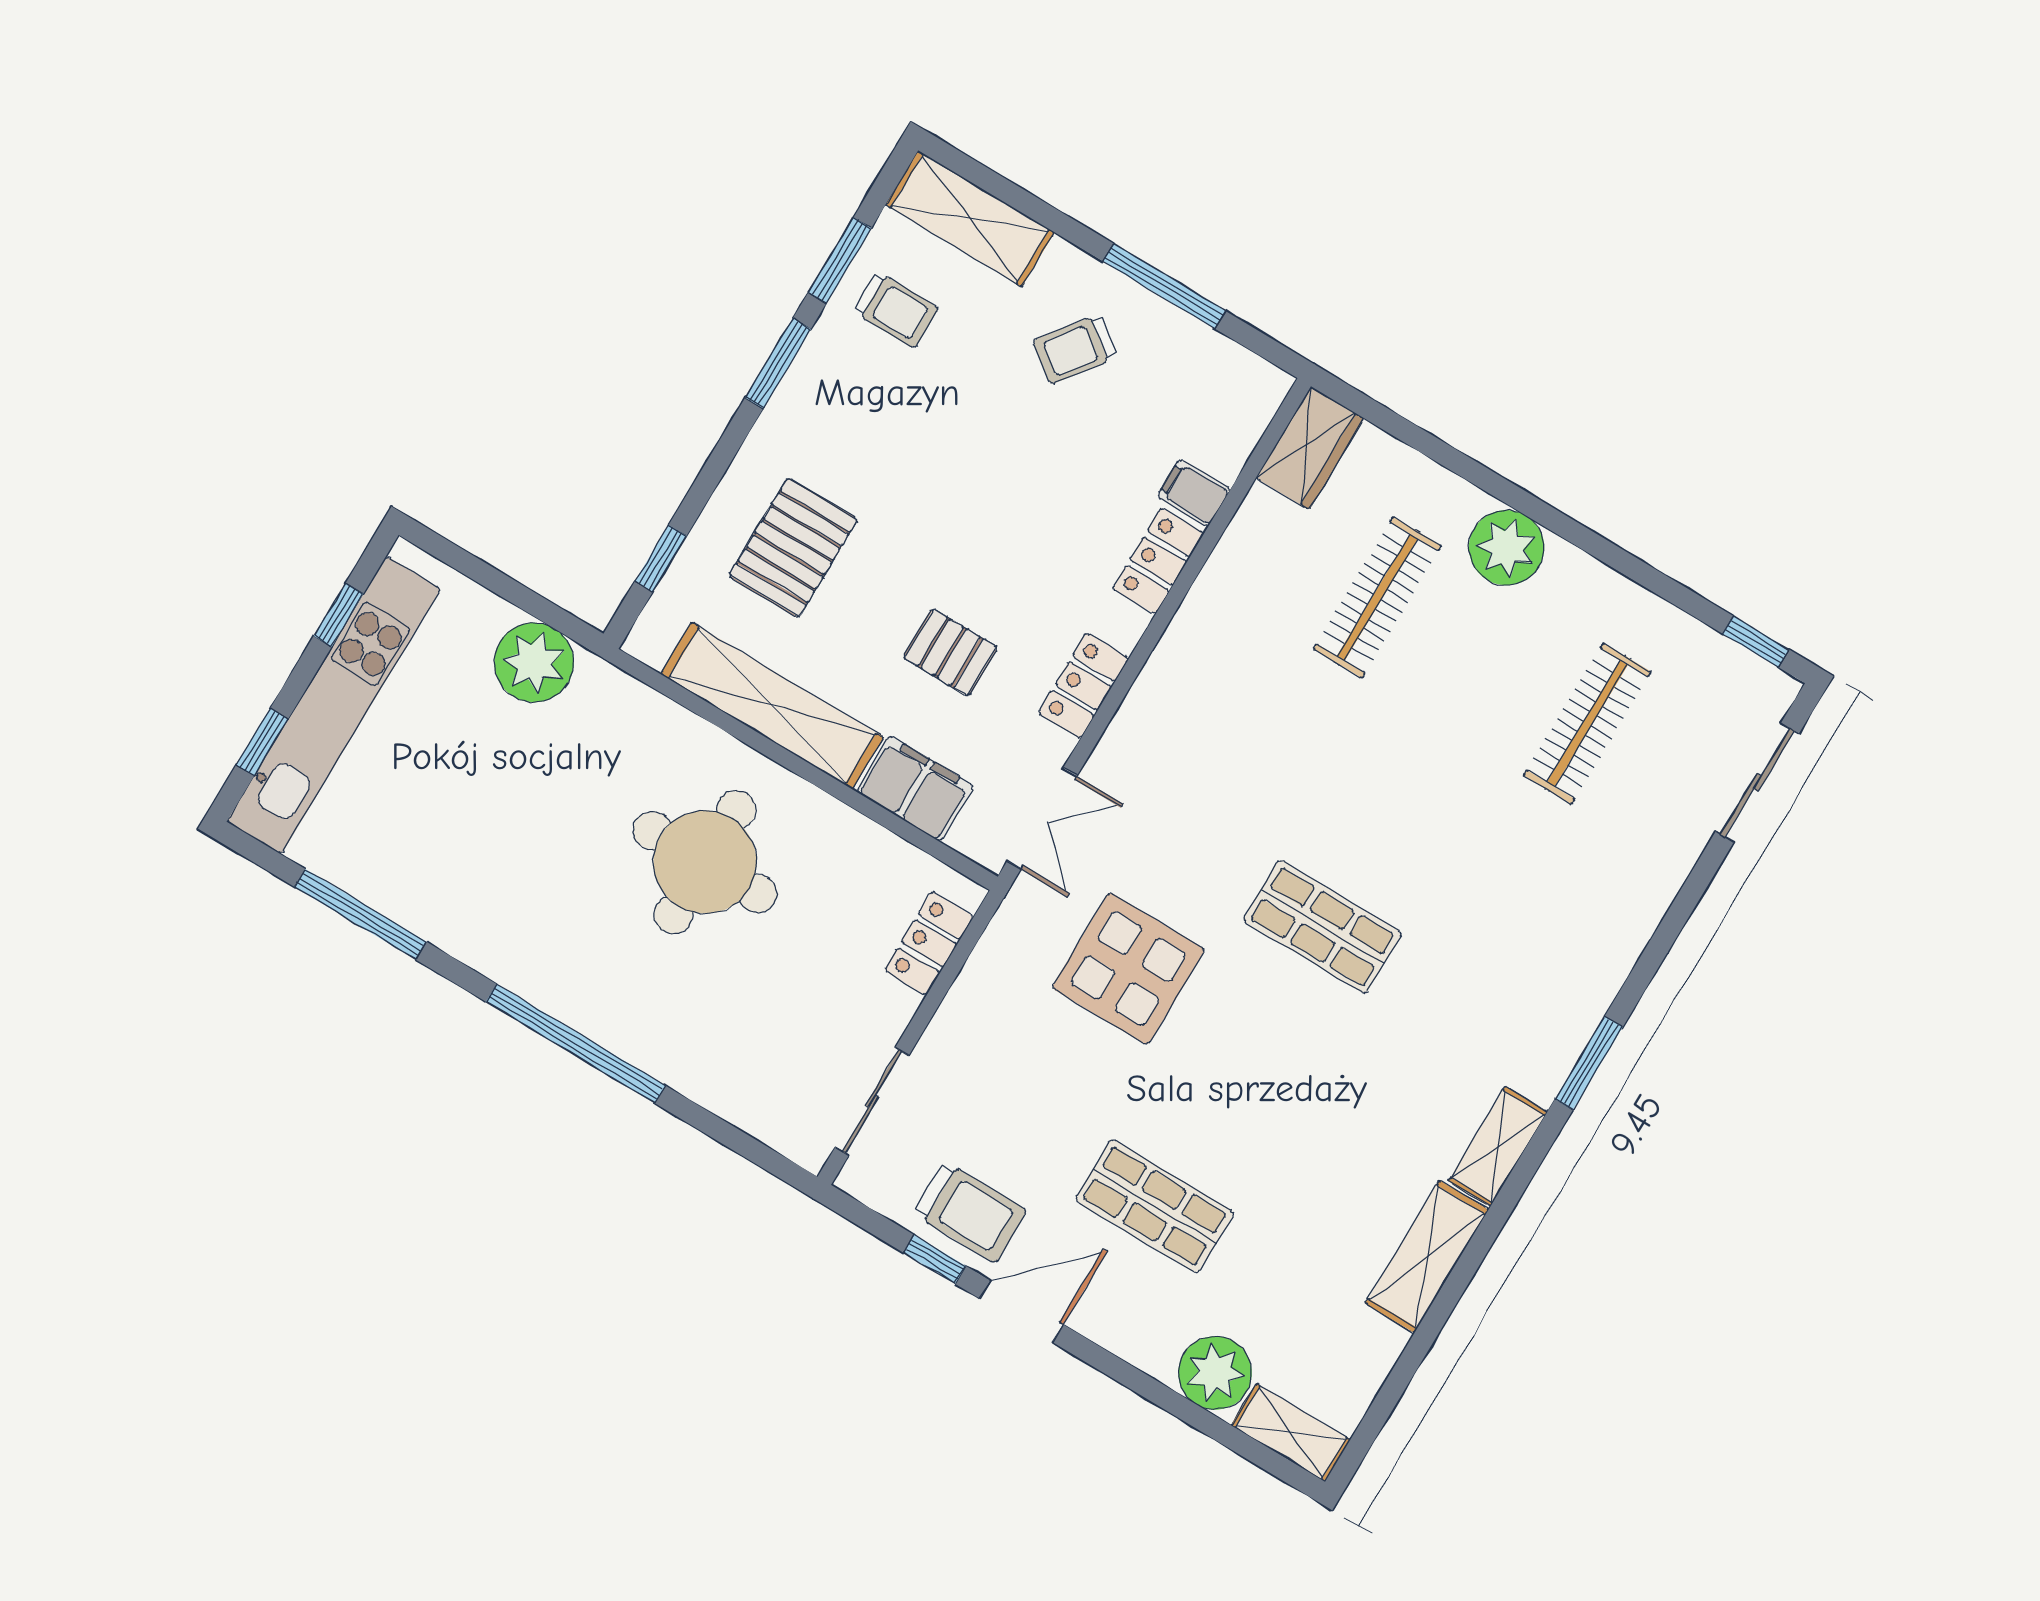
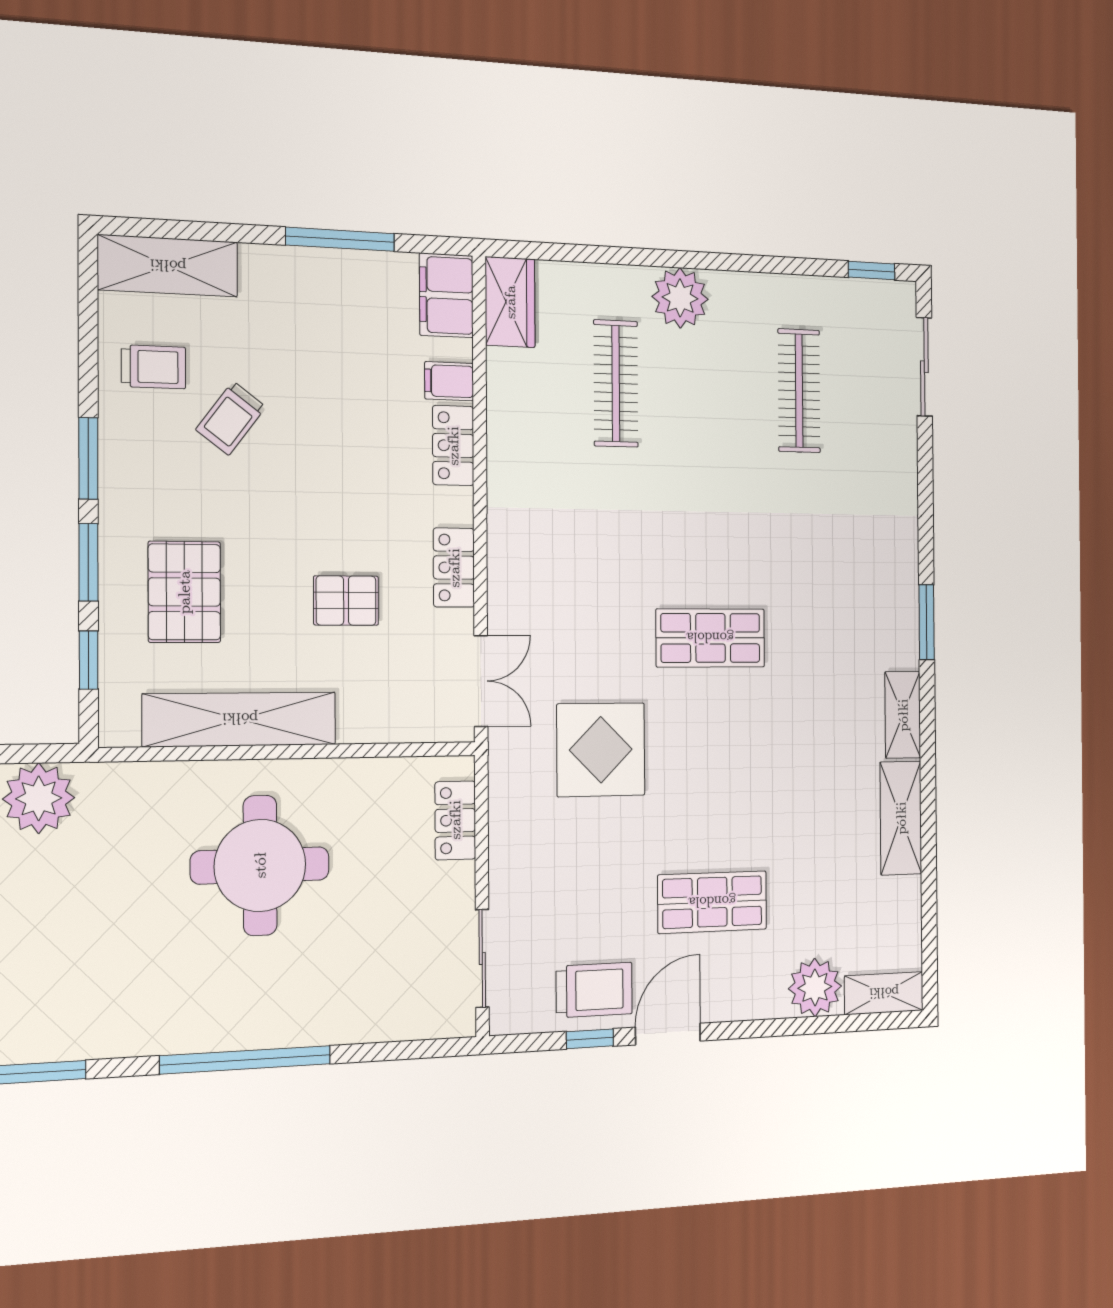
window: (840, 260) -> (88, 562), moved
trolley: (1075, 349) -> (231, 418), moved
filing cabinet: (915, 789) -> (446, 295), moved, turned -90

